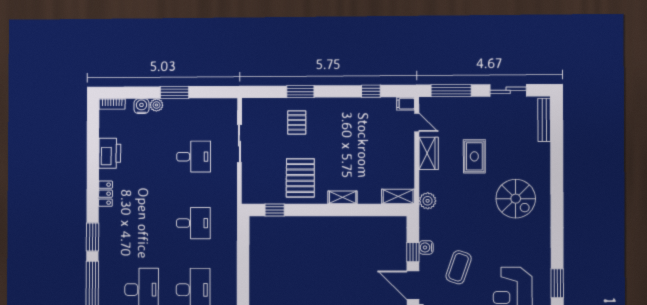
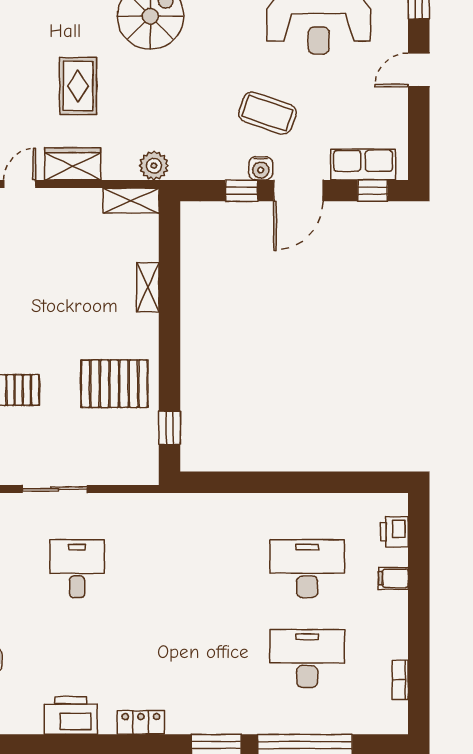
rug: (474, 156) -> (78, 86), turned 90
shelving: (398, 196) -> (131, 201), moved, turned 90
shelving: (343, 197) -> (148, 287), moved
desk: (193, 223) -> (192, 569), removed
water cooler: (426, 247) -> (261, 168), moved

